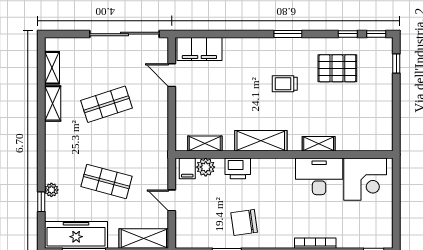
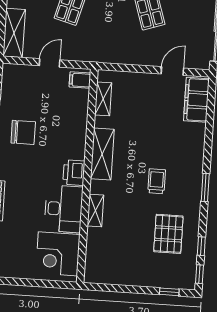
plant: (206, 167) -> (80, 98), removed
printer: (238, 168) -> (74, 173), moved
chair: (244, 222) -> (23, 132), turned 98

